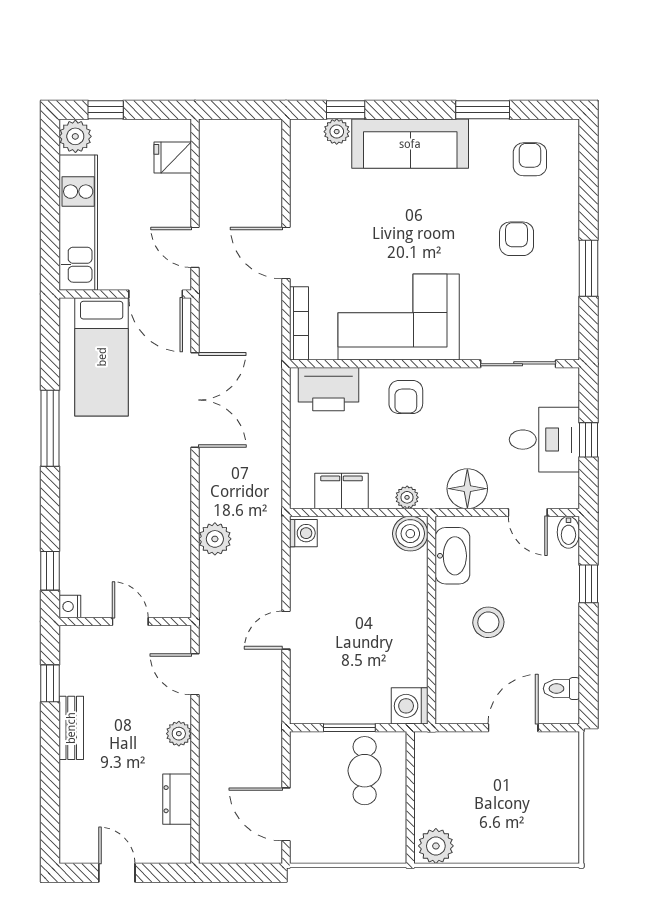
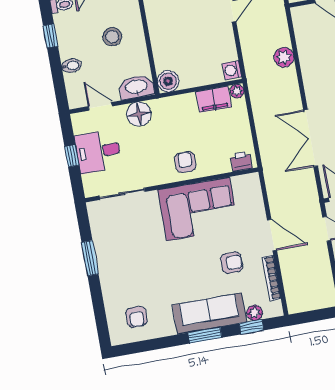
window: (483, 110) -> (205, 335), moved
armchair: (517, 239) -> (232, 263), moved, turned -90
bookcase: (299, 323) -> (272, 278), moved
printer: (329, 389) -> (241, 161), width x0.53, depth x0.68
plant: (407, 497) -> (237, 91), moved
bidet: (568, 532) -> (71, 66), moved, turned 90
washbasin: (452, 556) -> (136, 87), moved, turned 90
window: (589, 584) -> (50, 36), moved

